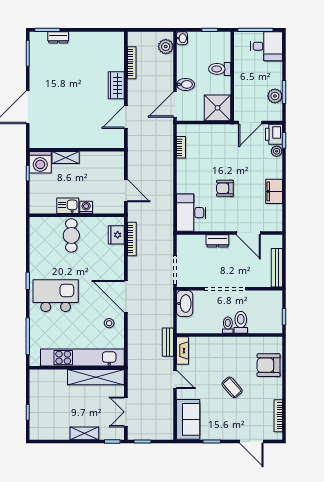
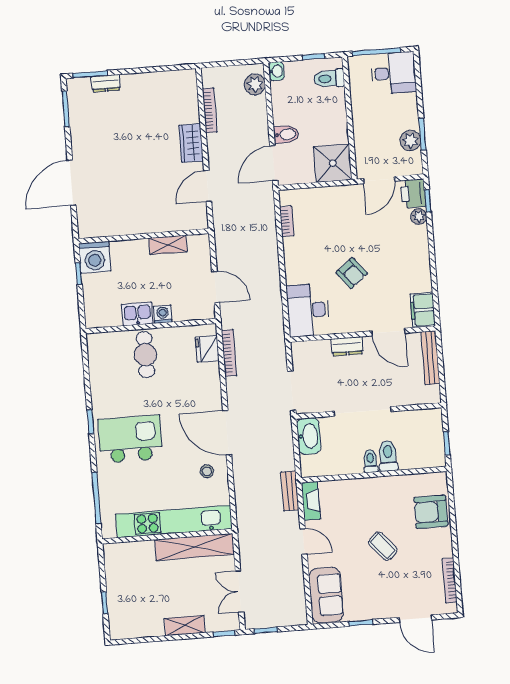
toilet: (220, 69) -> (329, 78), moved
shelving: (66, 157) -> (168, 245), moved
armchair: (225, 188) -> (352, 273), turned -129
filing cabinet: (274, 191) -> (423, 310), moved
bench: (277, 268) -> (430, 358), moved

